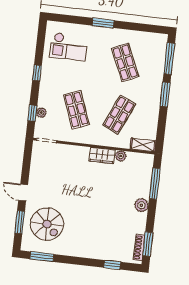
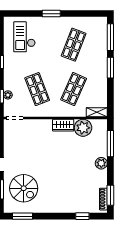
checkout: (69, 47) -> (24, 37), turned 90
shop shelf: (125, 62) -> (74, 45), turned 45
plant: (121, 156) -> (83, 128), width x1.87, depth x1.87

